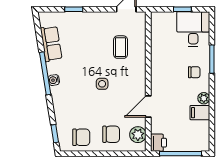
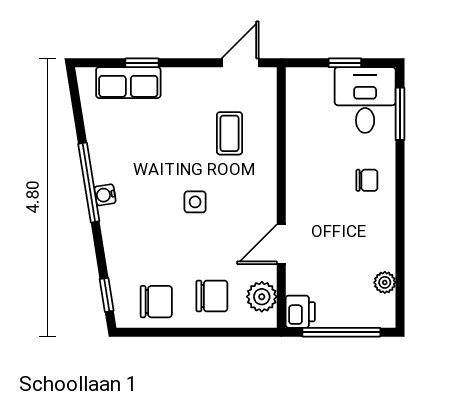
row of seats: (51, 44) -> (128, 83), moved, turned 99
window: (212, 59) -> (400, 114), moved
plant: (204, 98) -> (385, 282), moved
filing cabinet: (200, 113) -> (377, 256), removed

